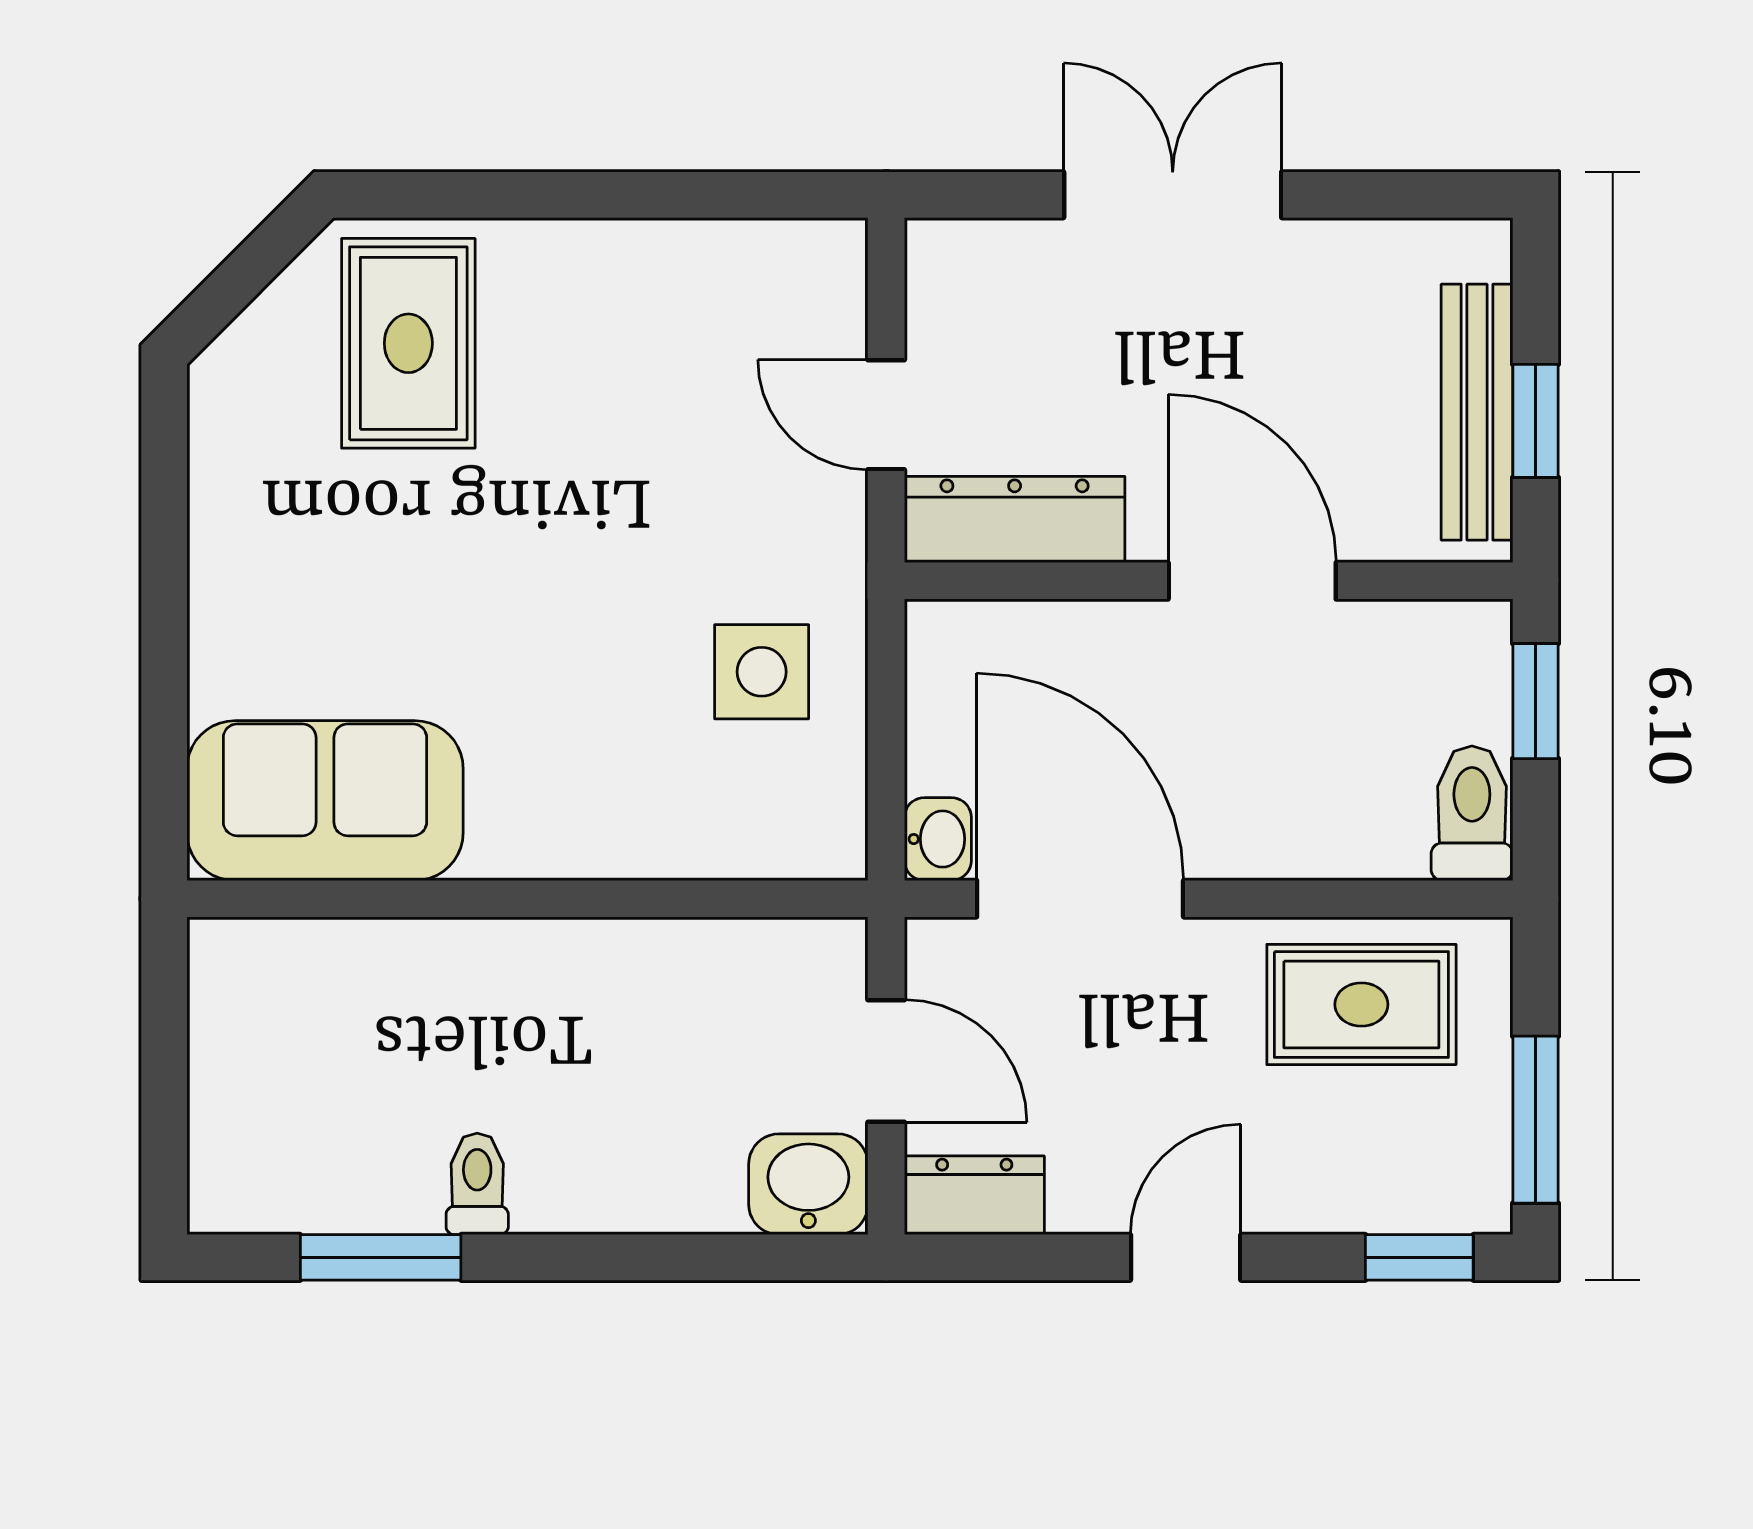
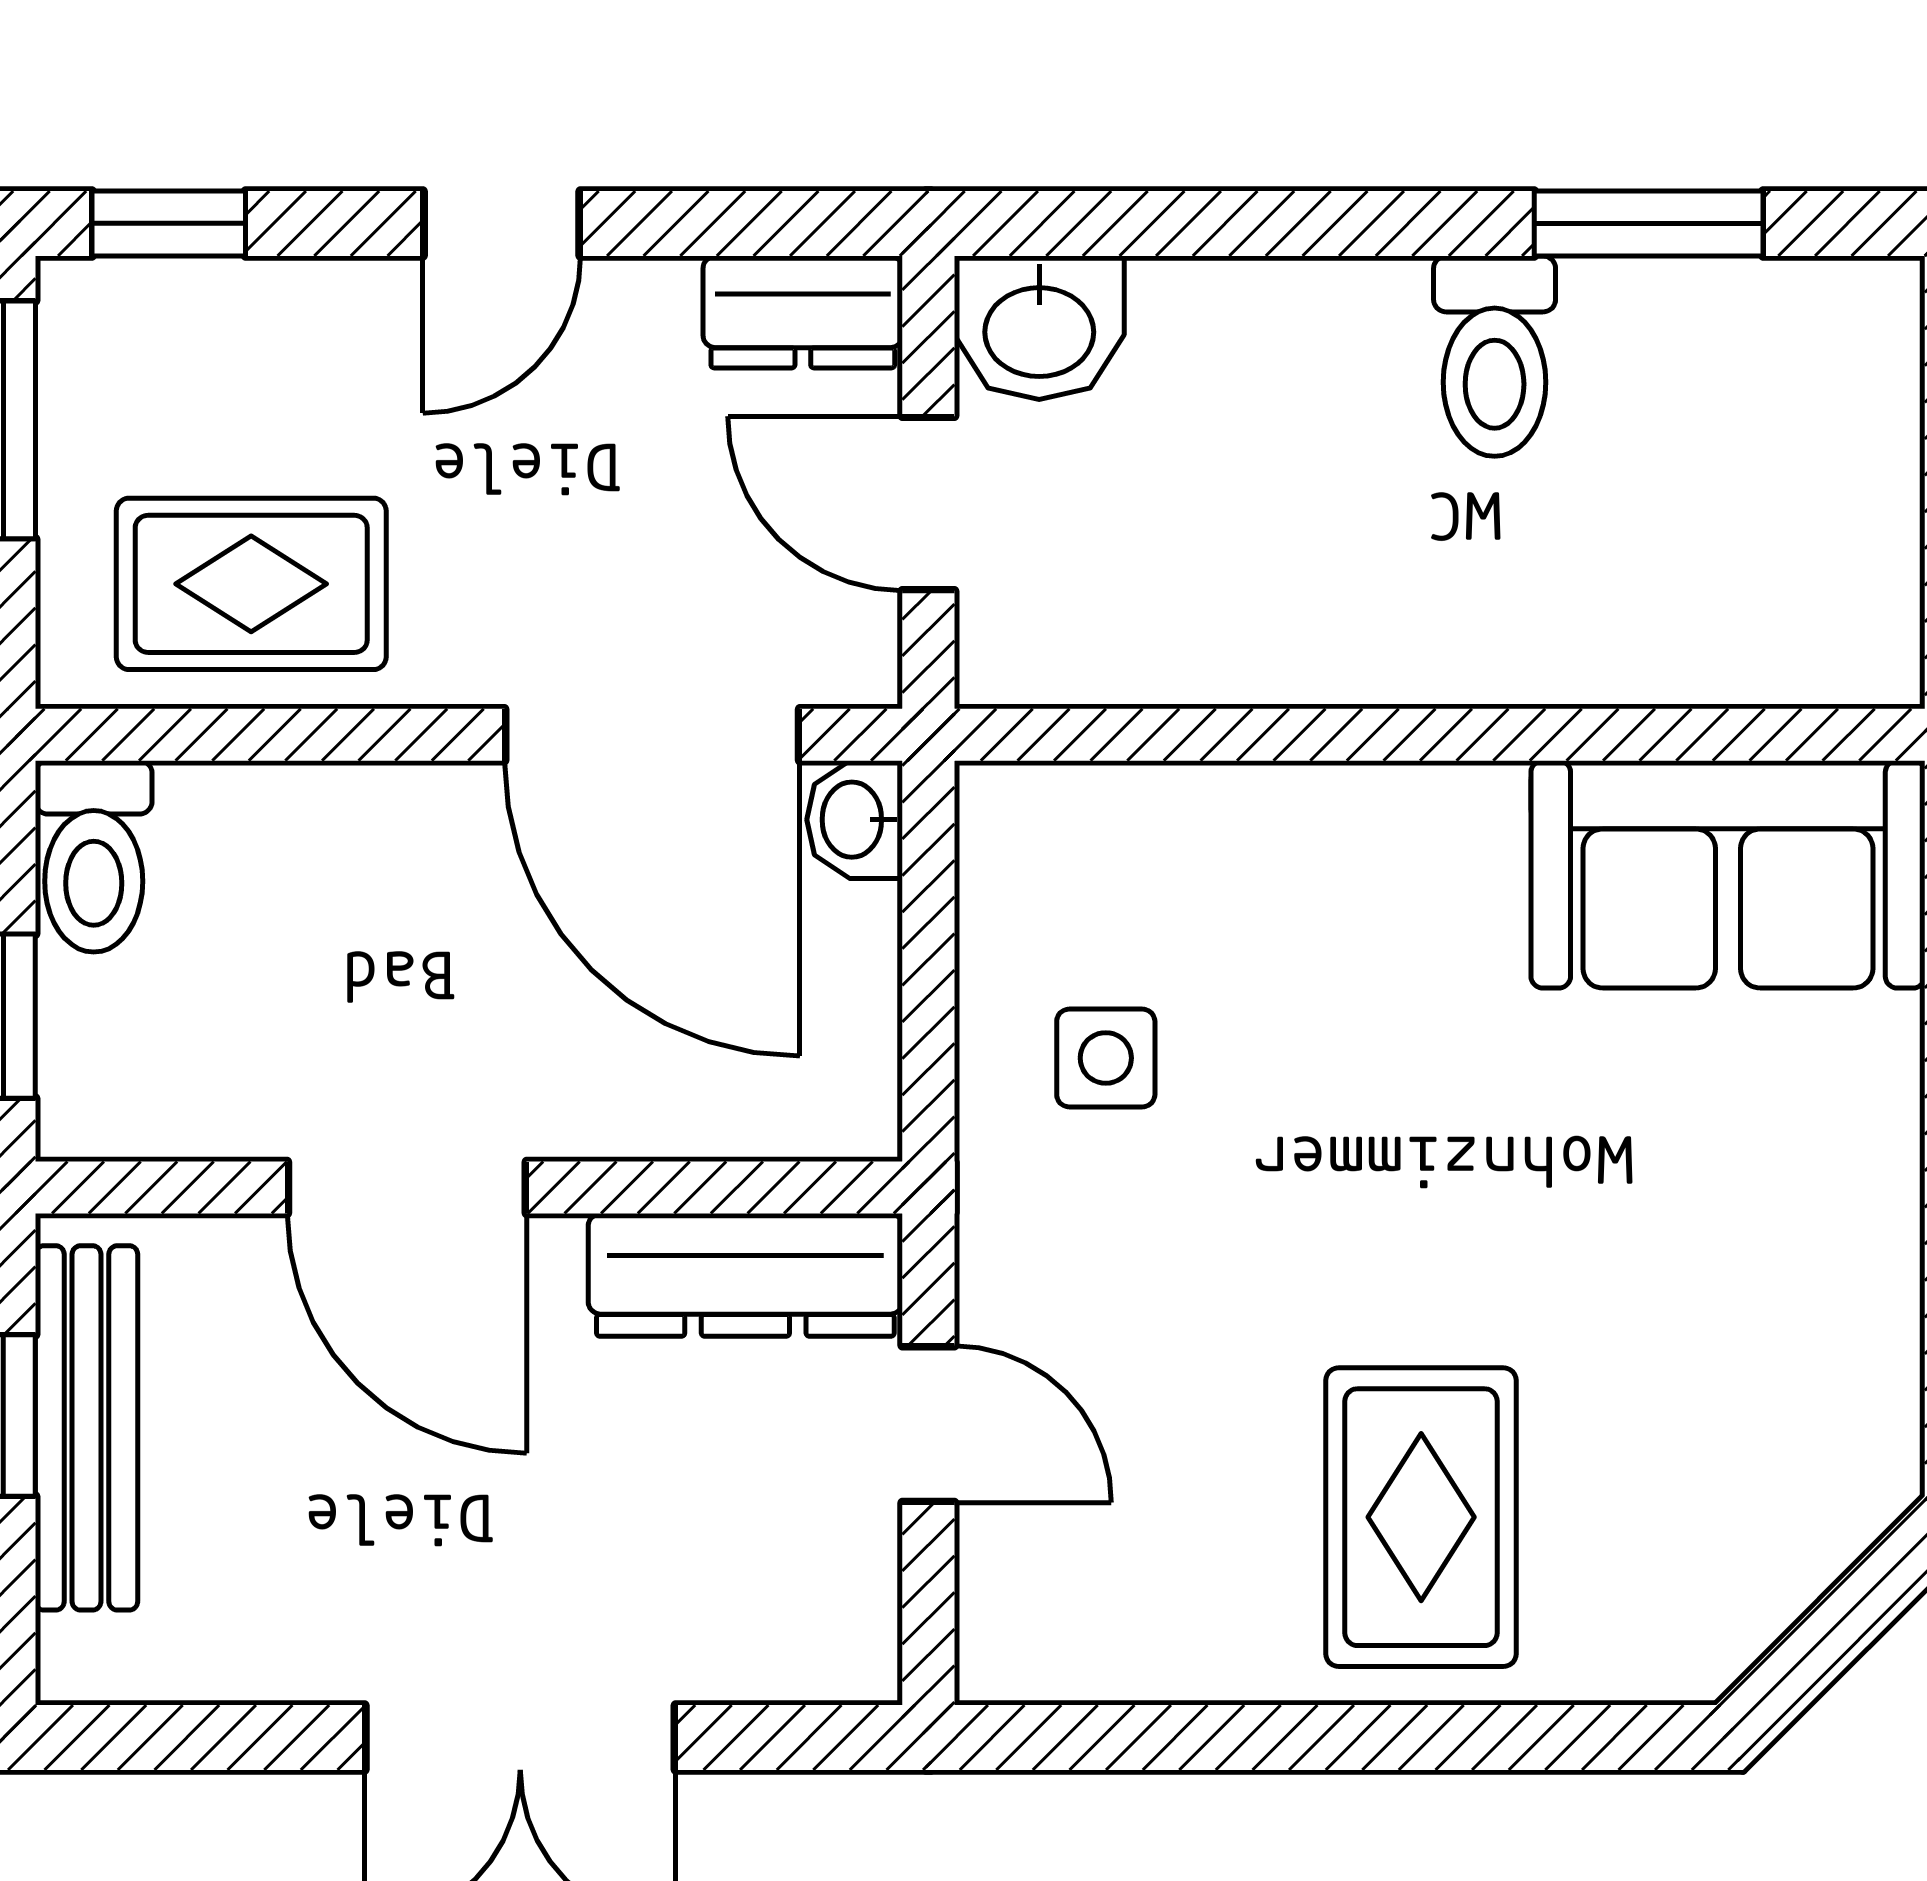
rug: (408, 343) -> (1421, 1517), moved
side table: (762, 672) -> (1106, 1058), width x0.73, depth x0.73
toilet: (477, 1184) -> (1495, 356), width x1.37, depth x1.39

